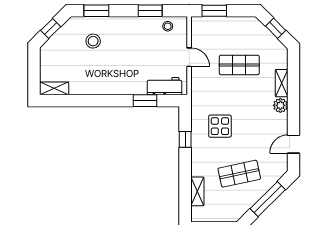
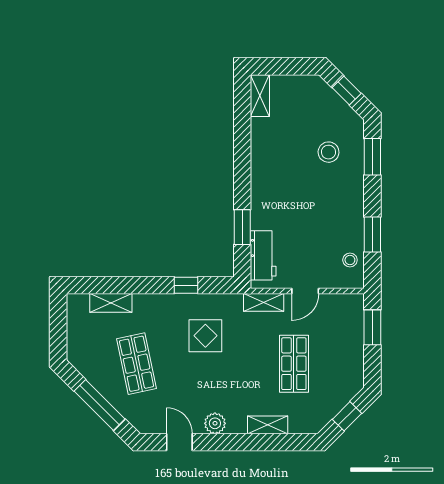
shelving: (197, 86) -> (264, 302), added
plant: (280, 105) -> (215, 423), moved

